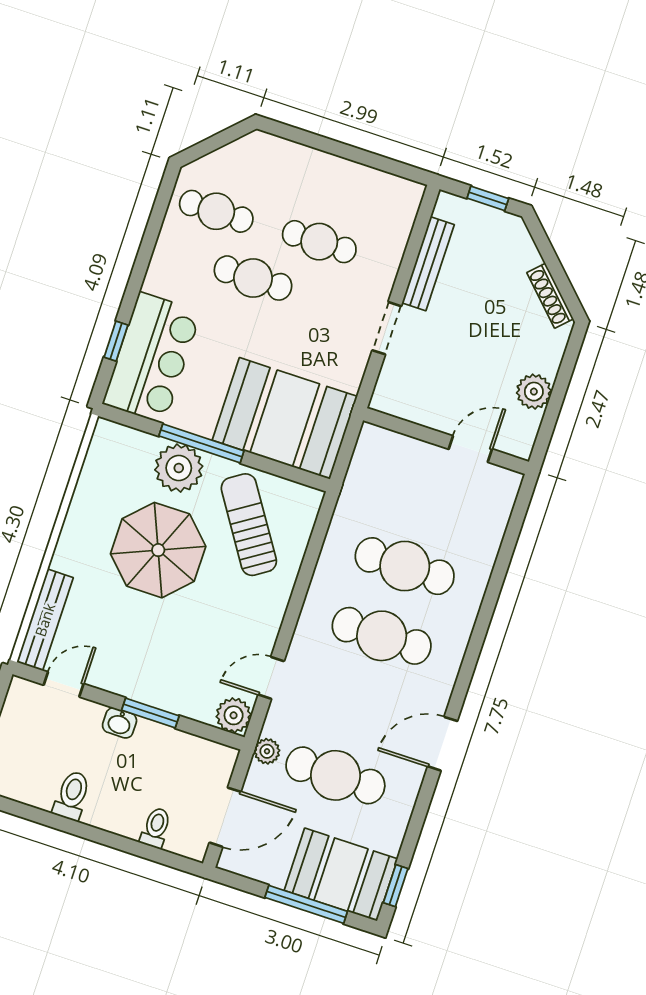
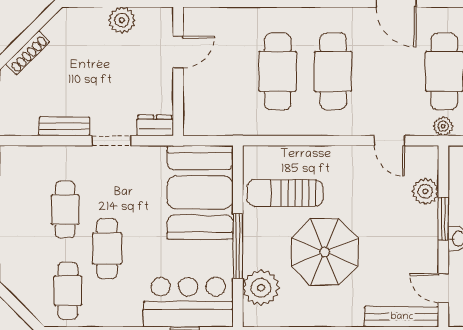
bench: (428, 264) -> (64, 126), width x0.73
shoe rack: (550, 296) -> (28, 53), moved
dresser: (388, 389) -> (155, 126), added
door: (470, 449) -> (178, 52), swing flipped
plant: (179, 468) -> (261, 288), moved
sun lounger: (249, 525) -> (285, 193), turned 33
plant: (234, 715) -> (425, 191), moved

